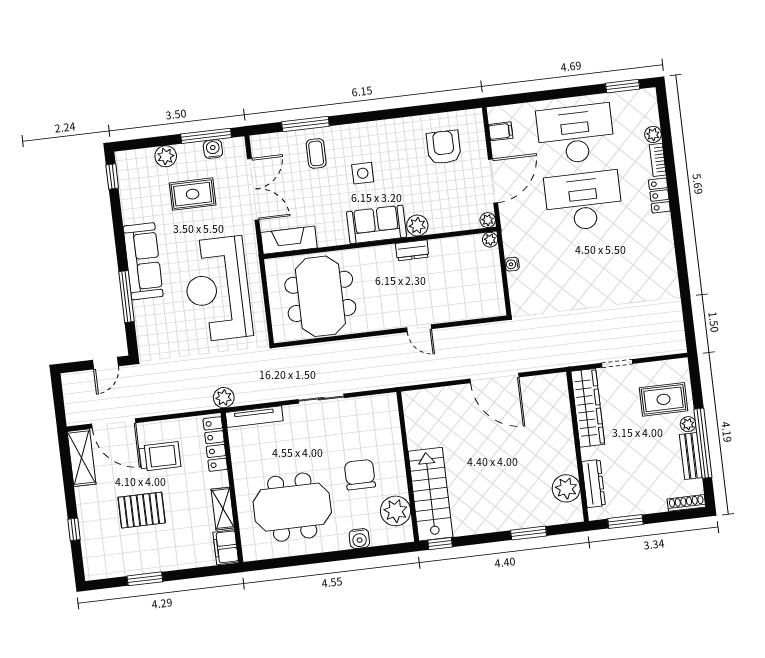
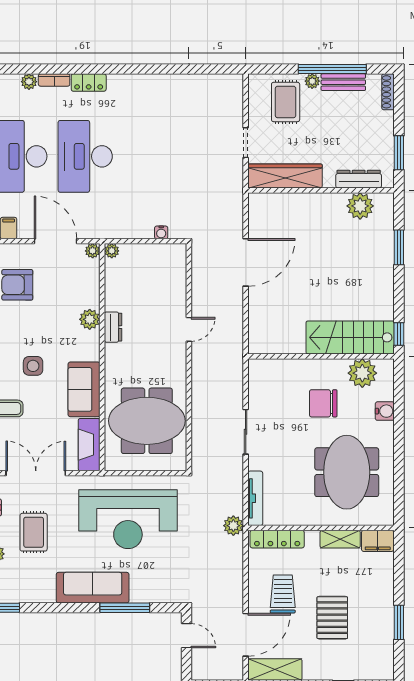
sofa: (377, 224) -> (84, 389), moved
water cooler: (512, 264) -> (161, 232), moved

